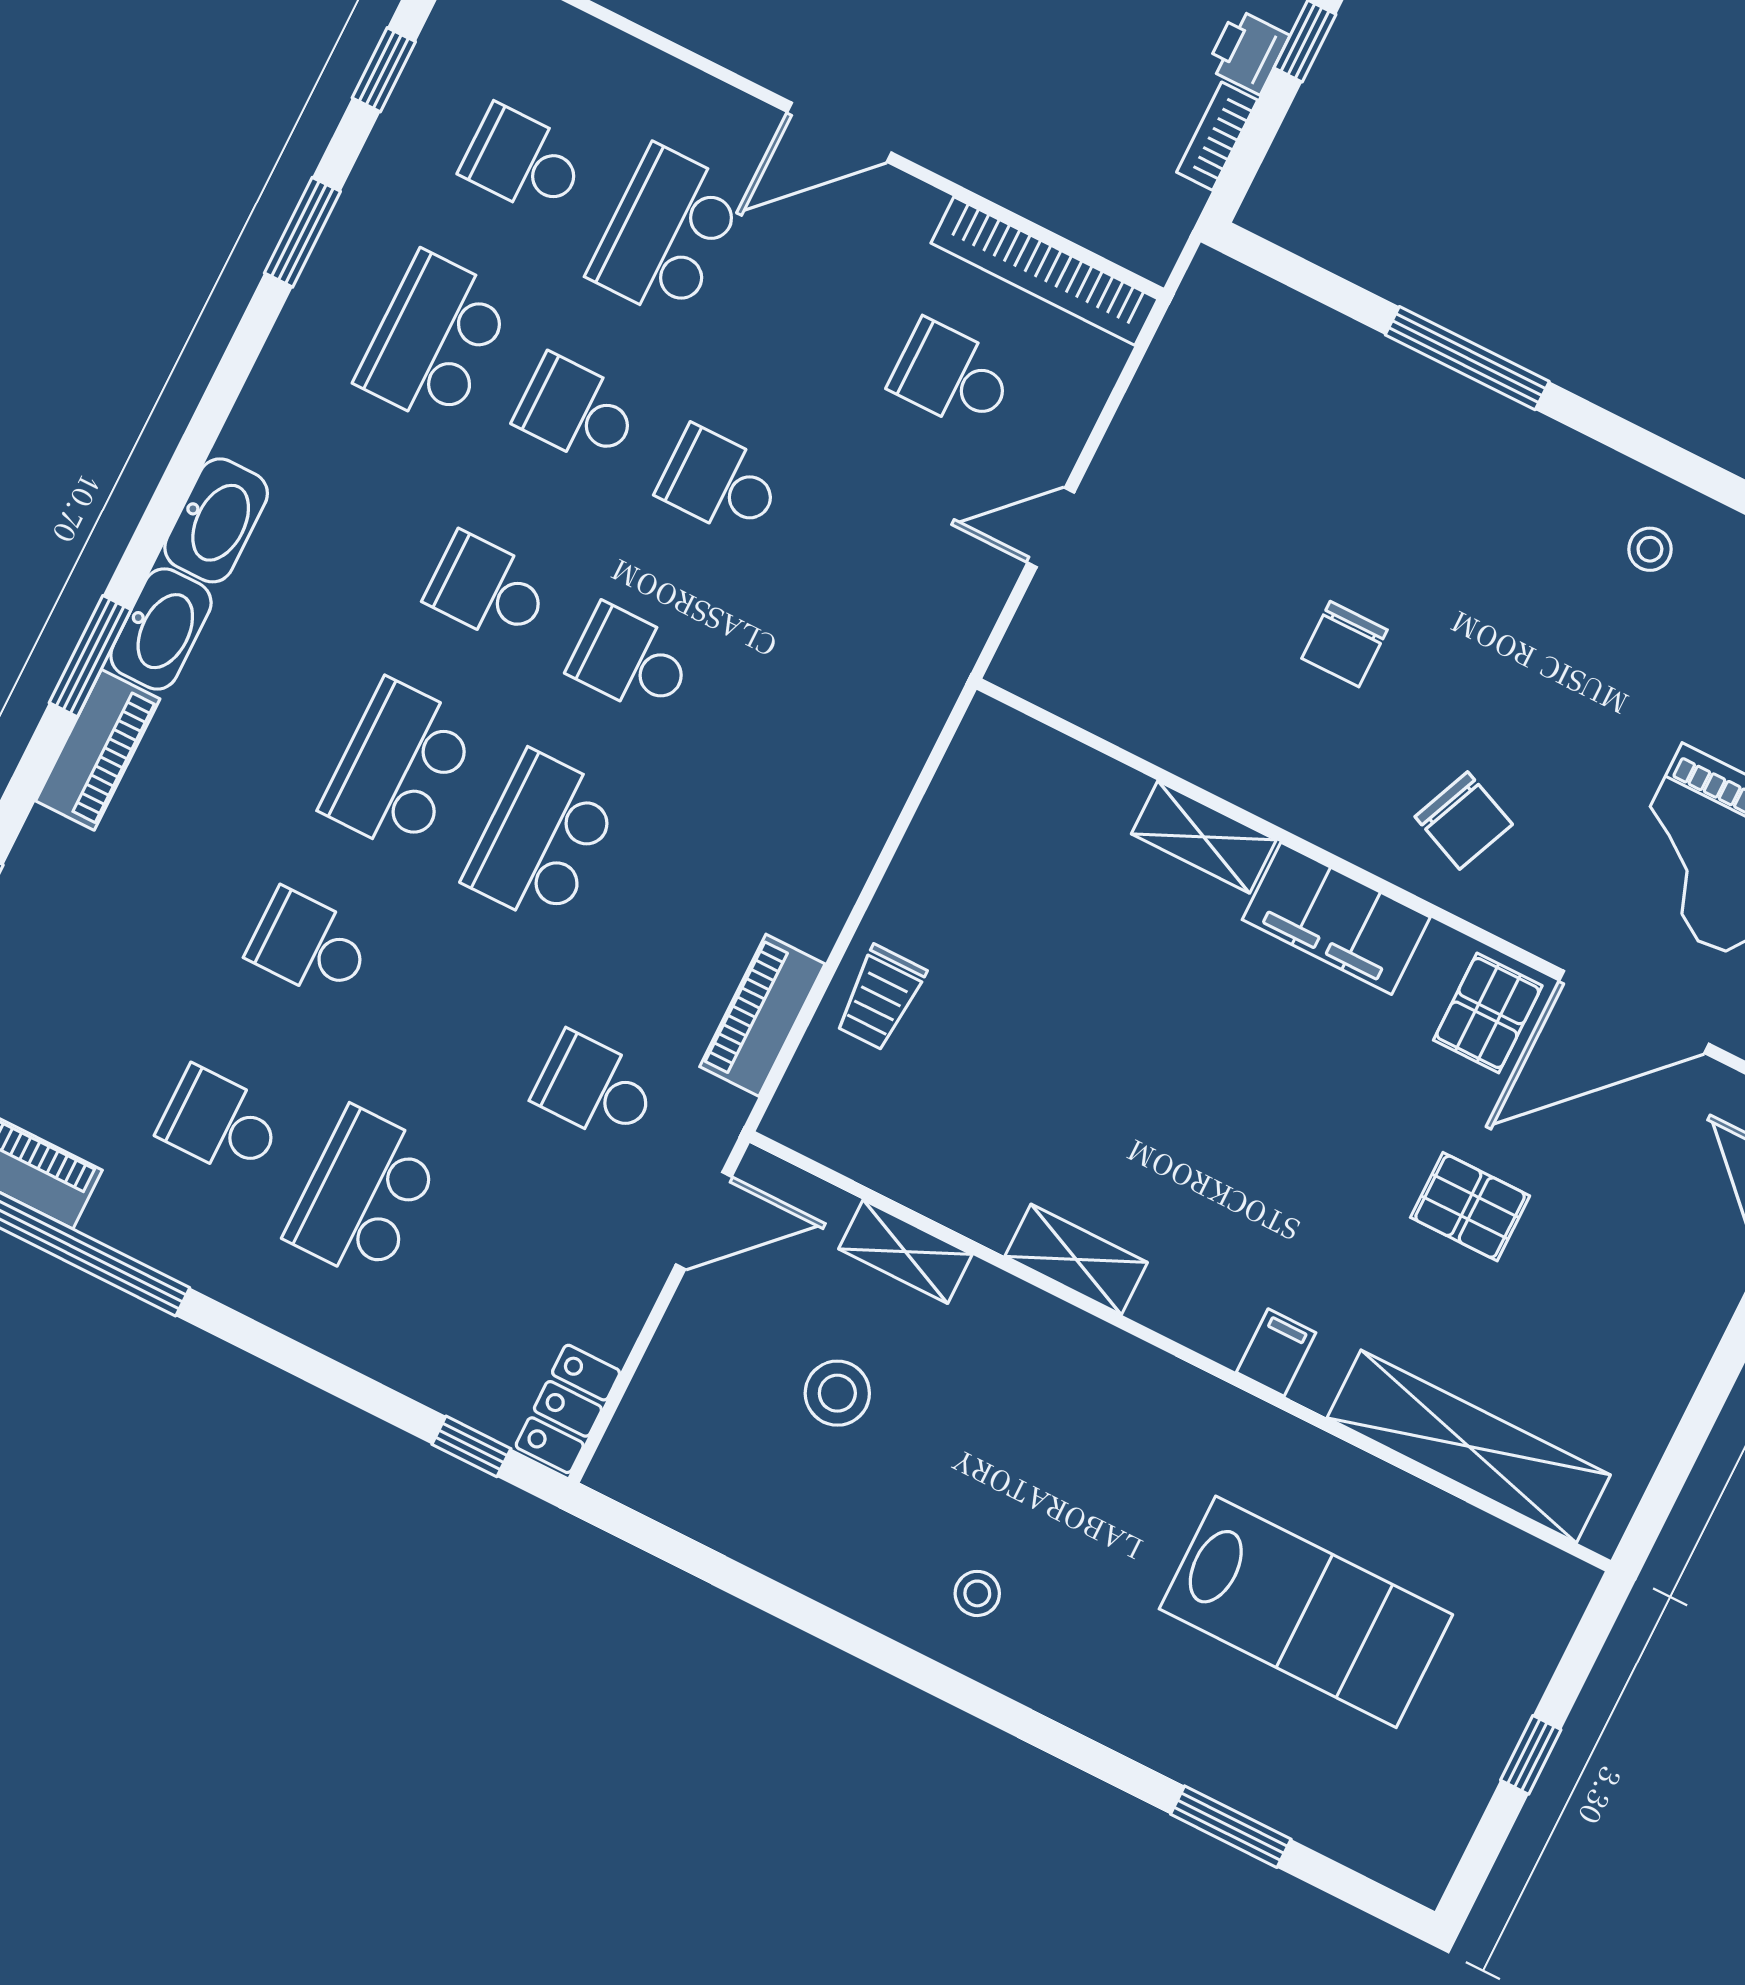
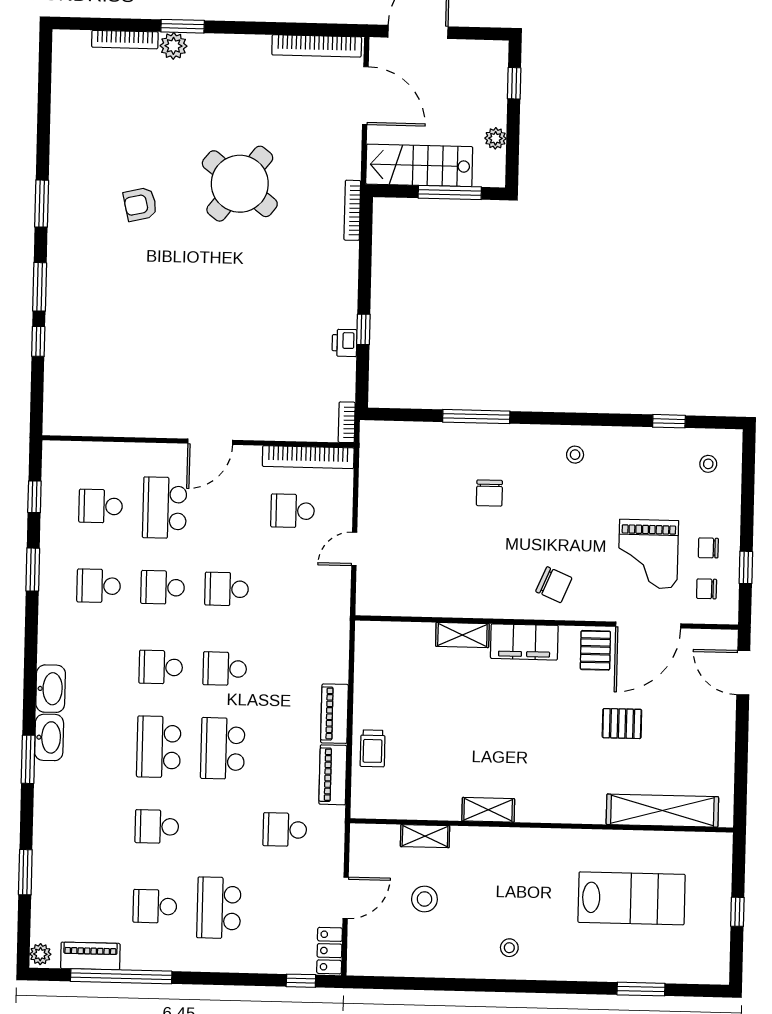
bookcase: (1217, 136) -> (347, 422), moved
school desk: (434, 339) -> (99, 586), width x0.54
chair: (1345, 644) -> (489, 493), moved
piano: (98, 750) -> (334, 714), moved, turned 180
door: (704, 1221) -> (346, 898), moved
filing cabinet: (1276, 1353) -> (577, 809), removed

